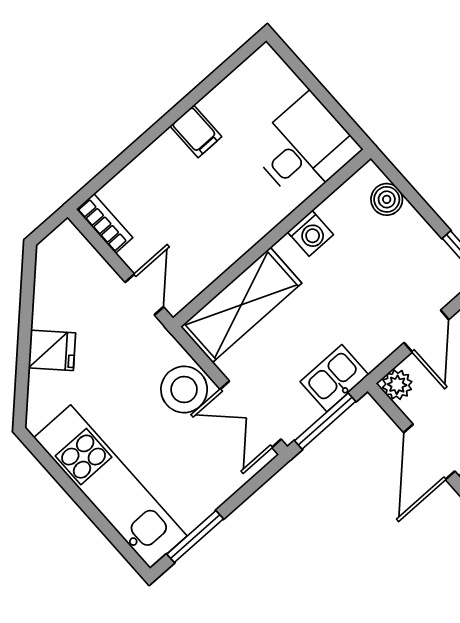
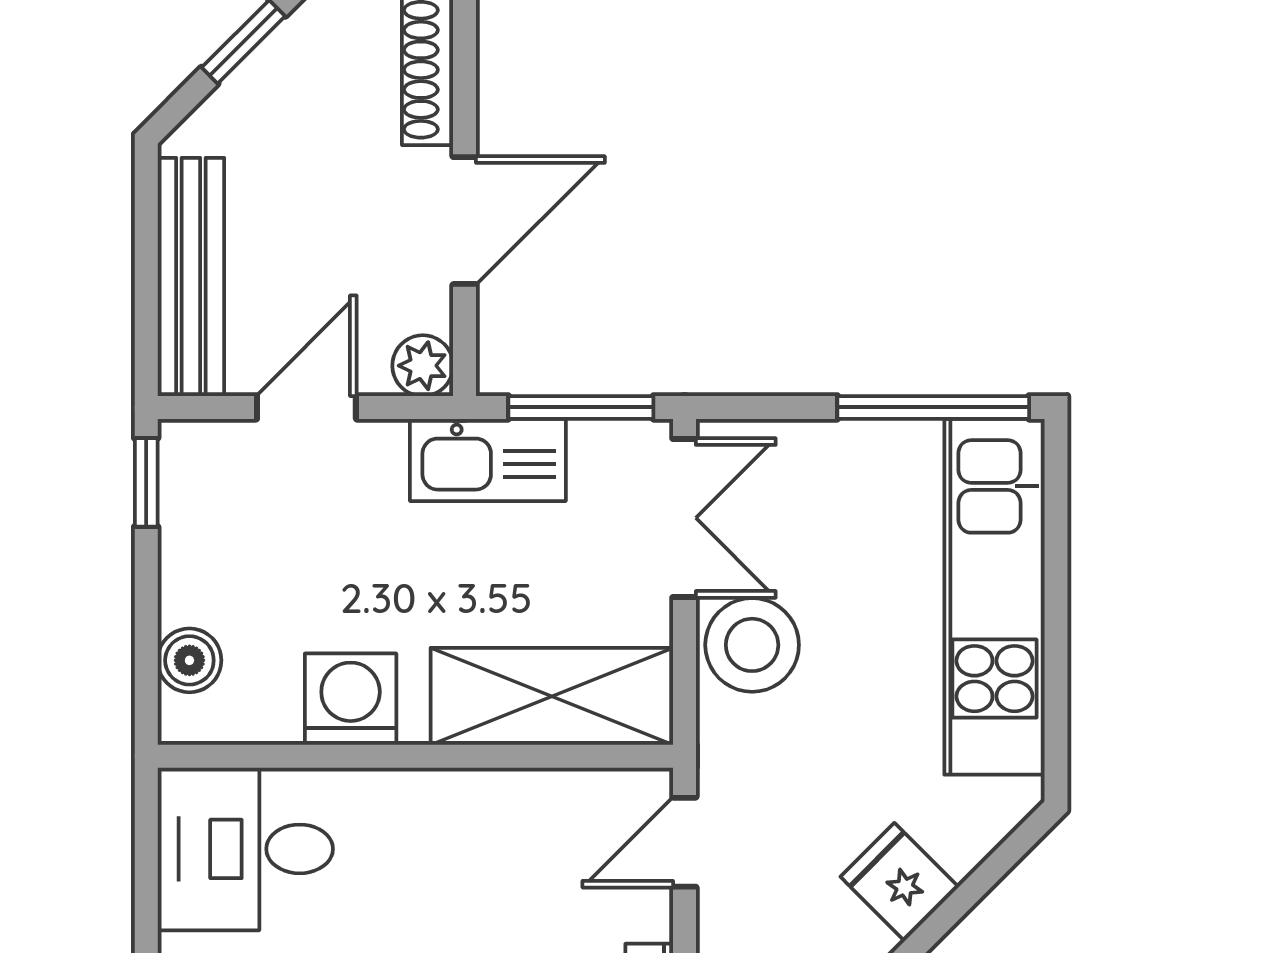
washing machine: (310, 233) -> (351, 699), width x1.38, depth x1.38
kitchen sink: (334, 378) -> (488, 460), width x1.38
window: (195, 537) -> (933, 407), width x1.44

